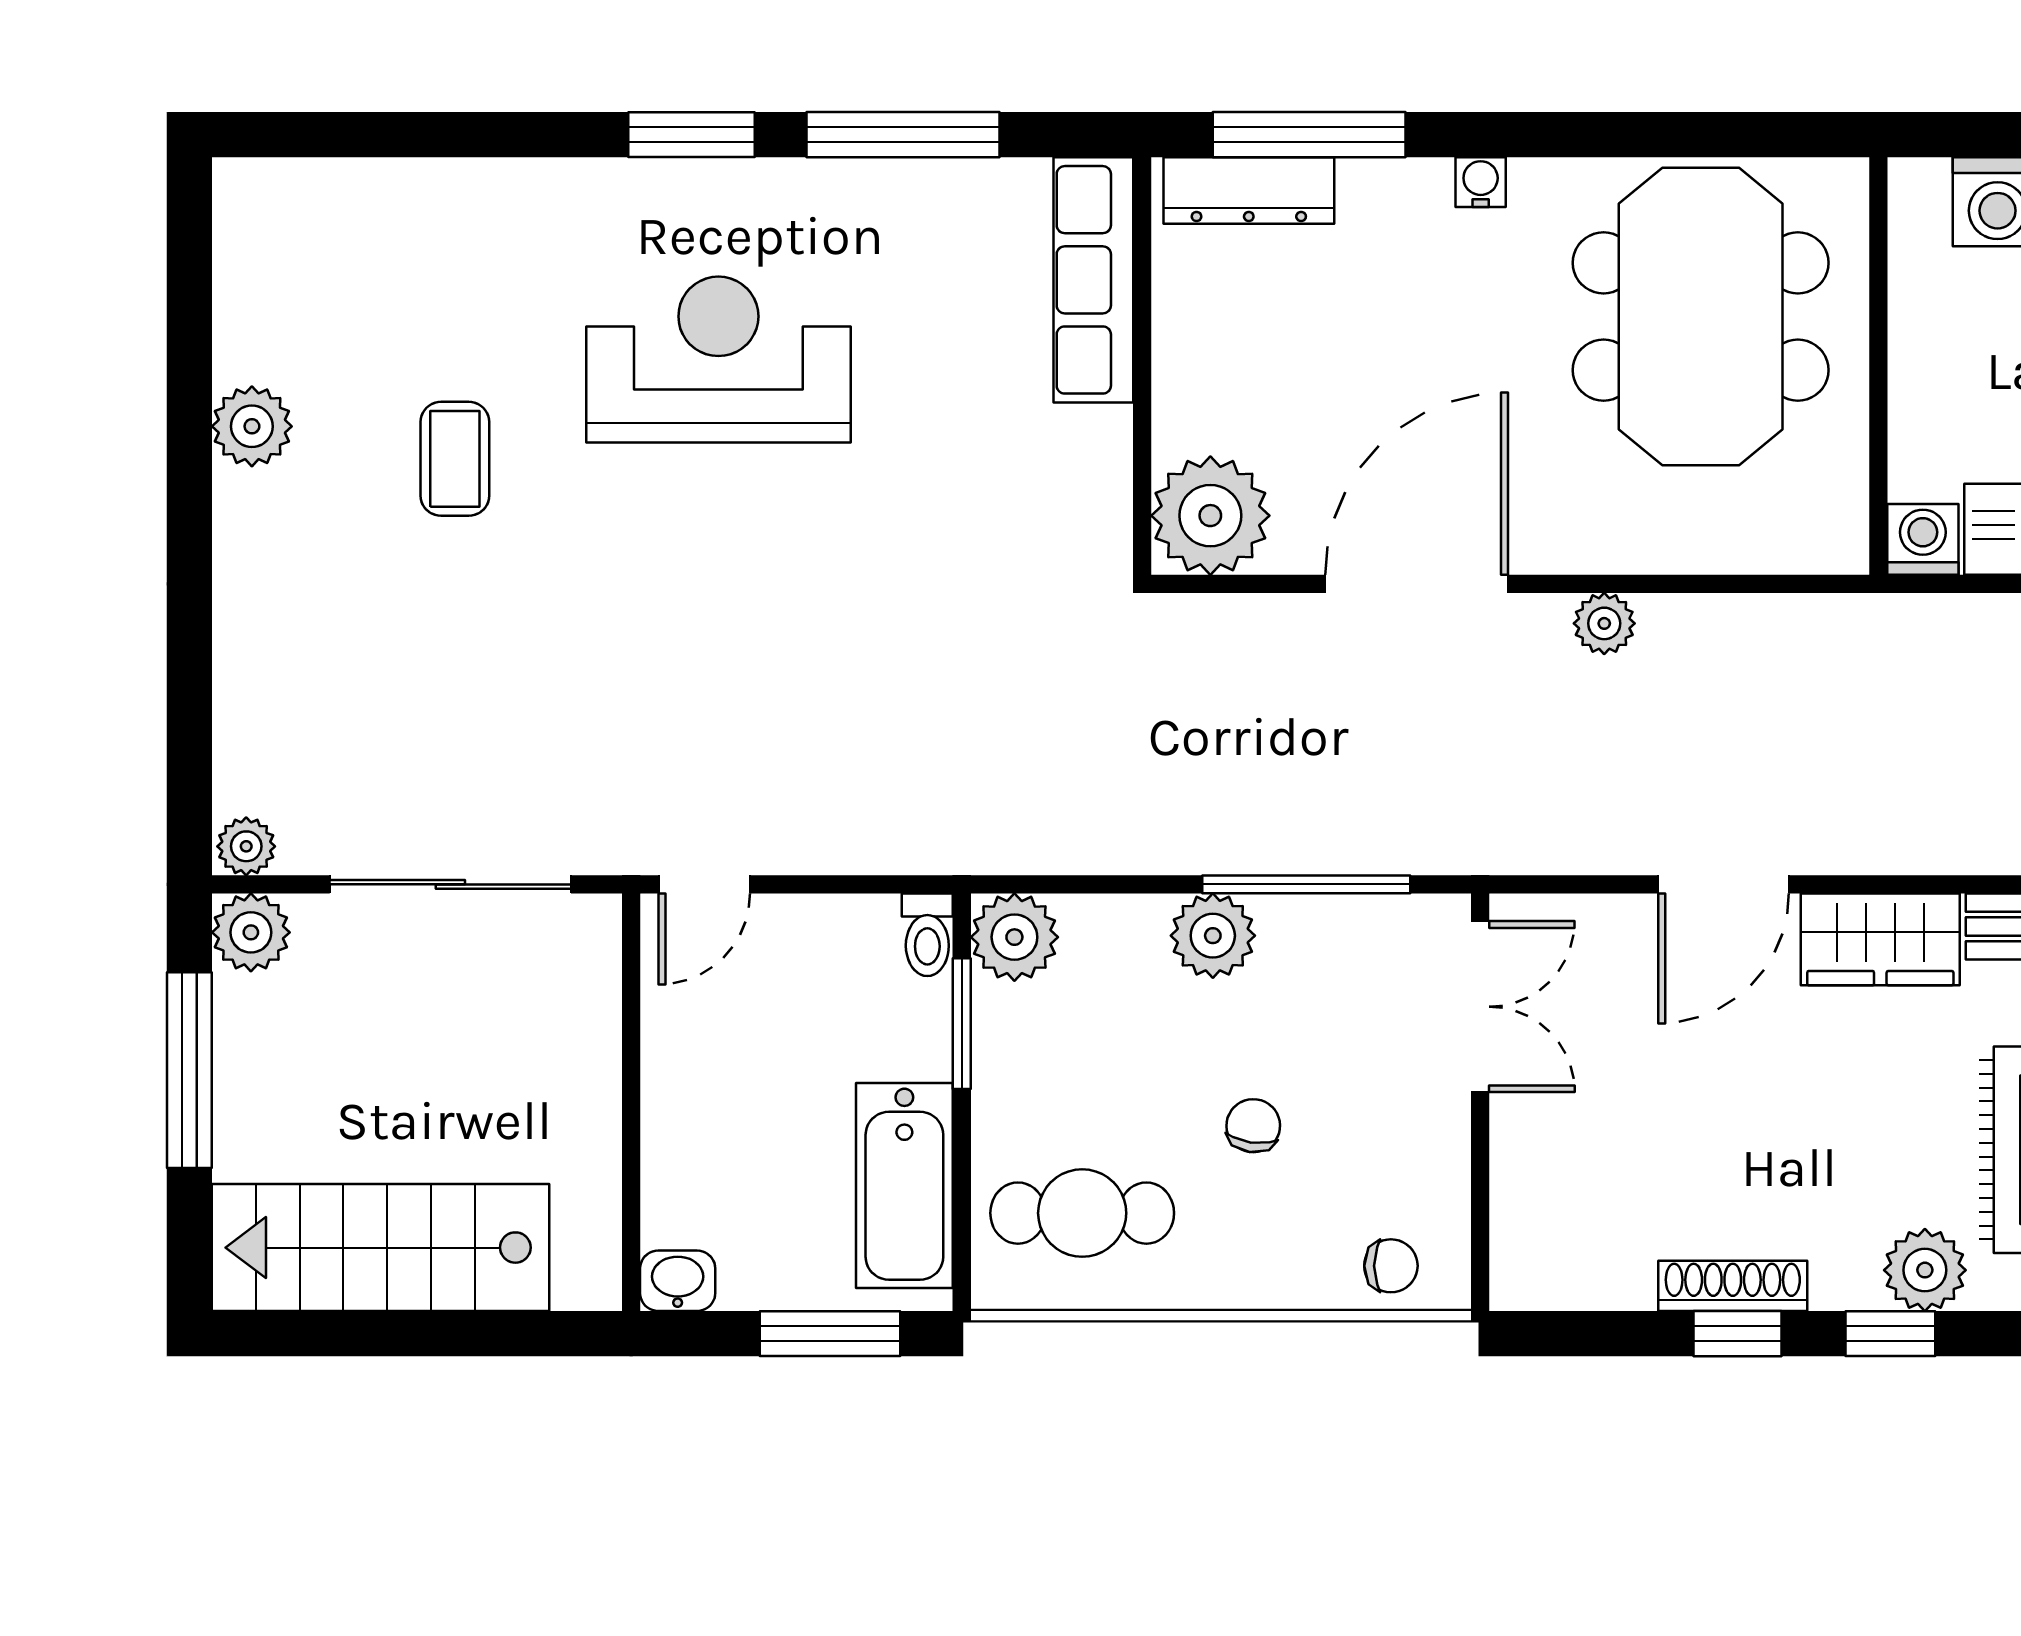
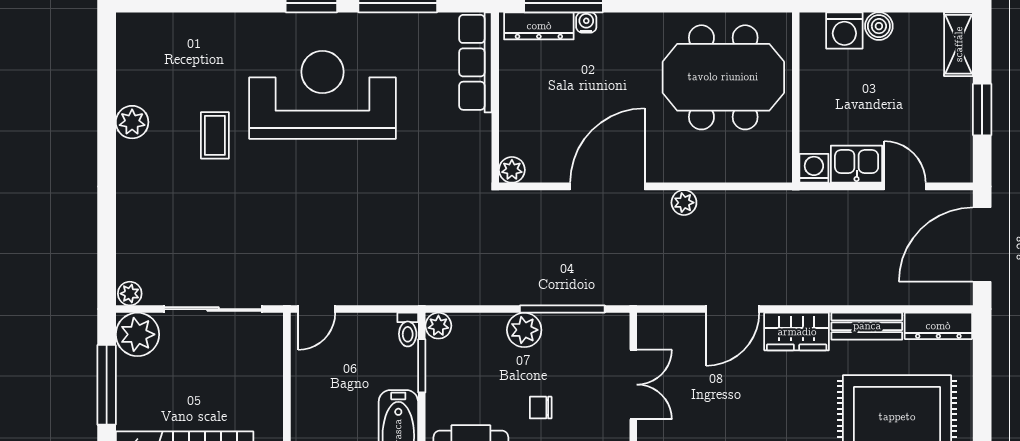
water cooler: (1481, 182) -> (586, 22), moved
meeting table: (1701, 317) -> (723, 77), turned 90
reception desk: (718, 360) -> (322, 95), width x1.36, depth x1.30
plant: (1210, 516) -> (512, 170), width x0.53, depth x0.53
plant: (251, 932) -> (137, 334), width x1.36, depth x1.36
plant: (1014, 937) -> (438, 326), width x0.73, depth x0.73
double door: (1480, 1007) -> (633, 385), moved
chair: (1253, 1126) -> (541, 408), turned -98

